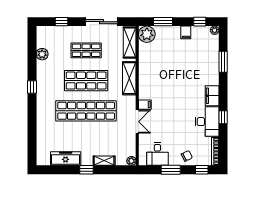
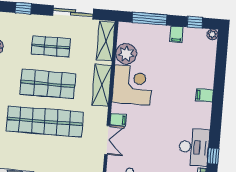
window: (163, 22) -> (149, 19), width x1.44
plant: (147, 34) -> (126, 54), moved
window: (223, 62) -> (220, 74), removed
corner desk: (154, 76) -> (132, 85), added
filing cabinet: (212, 96) -> (204, 95), moved, width x0.50
window: (223, 117) -> (213, 156), moved

